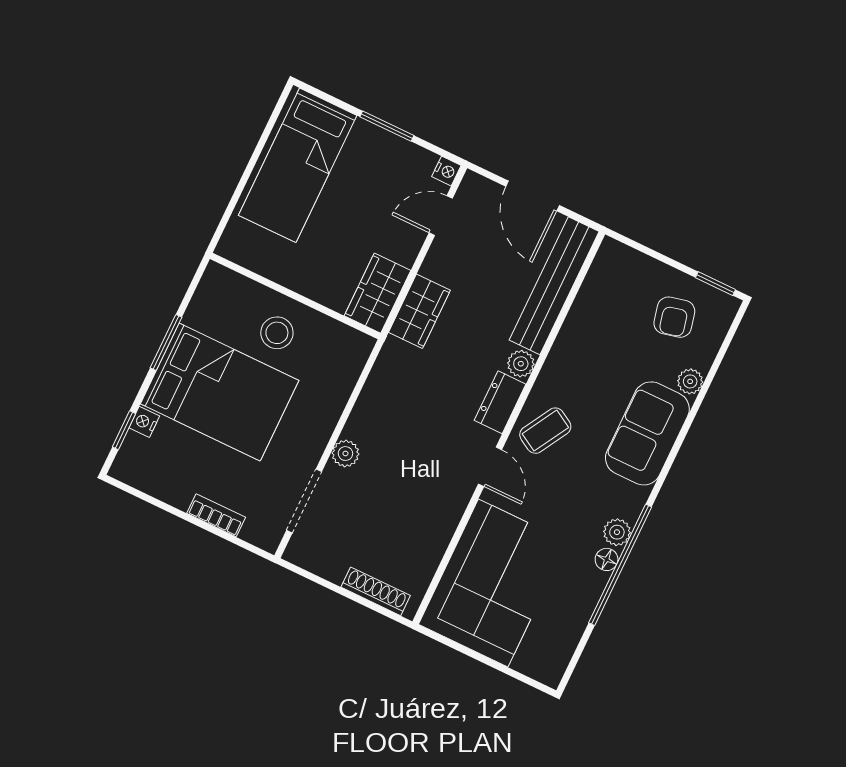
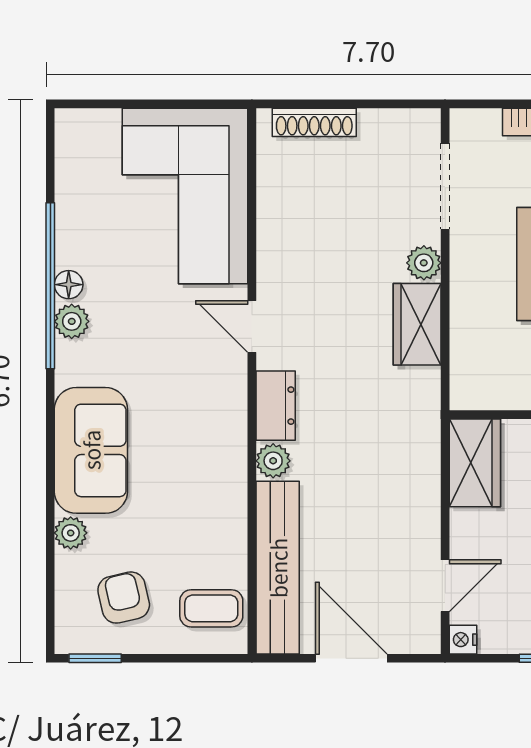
wardrobe: (419, 311) -> (417, 324), moved
coffee table: (545, 431) -> (211, 608), moved, turned 60

